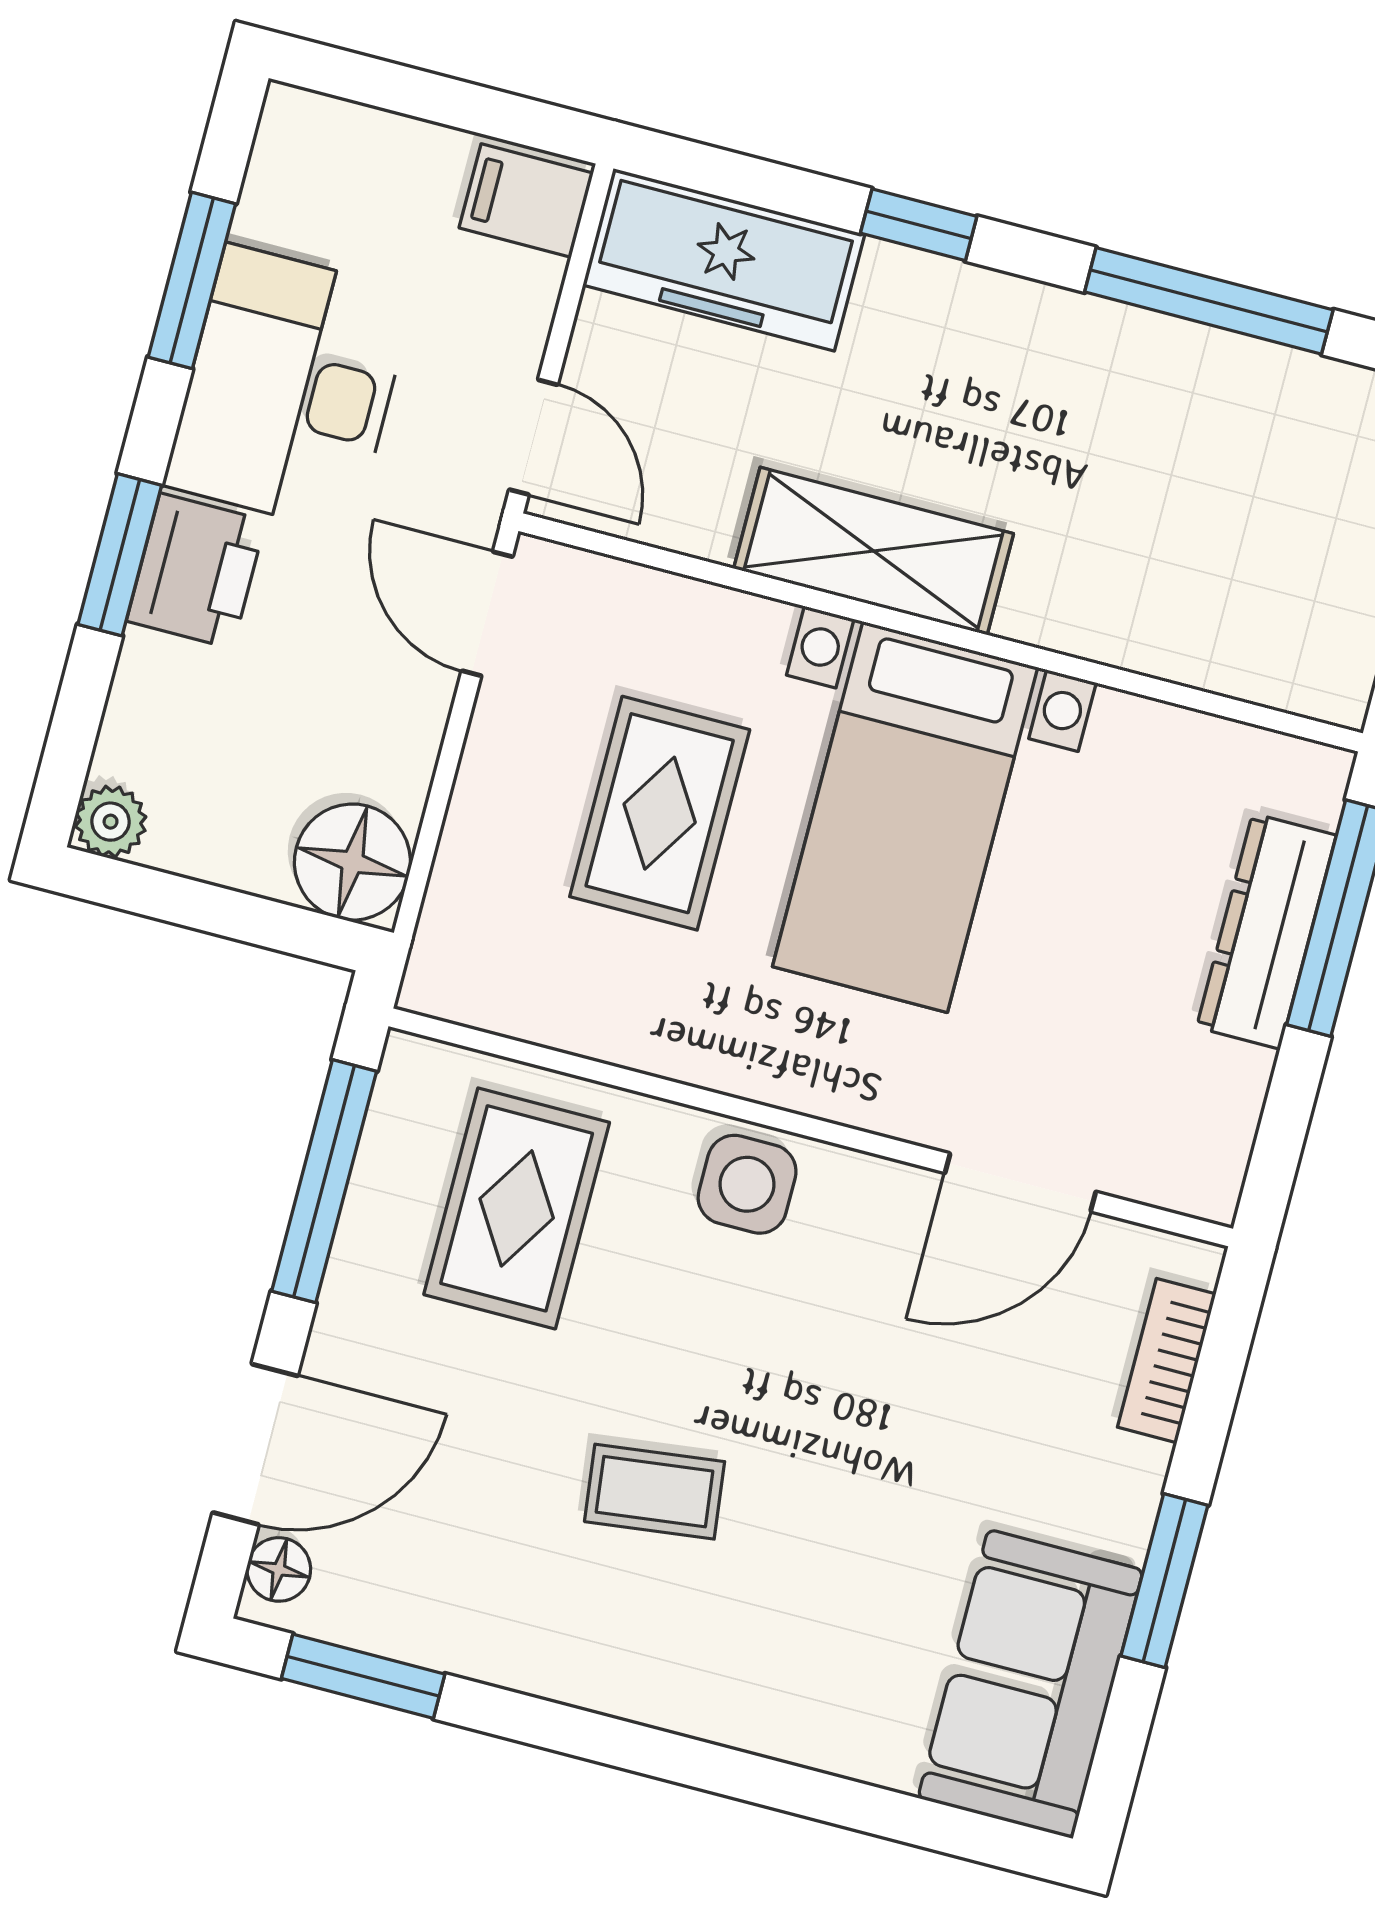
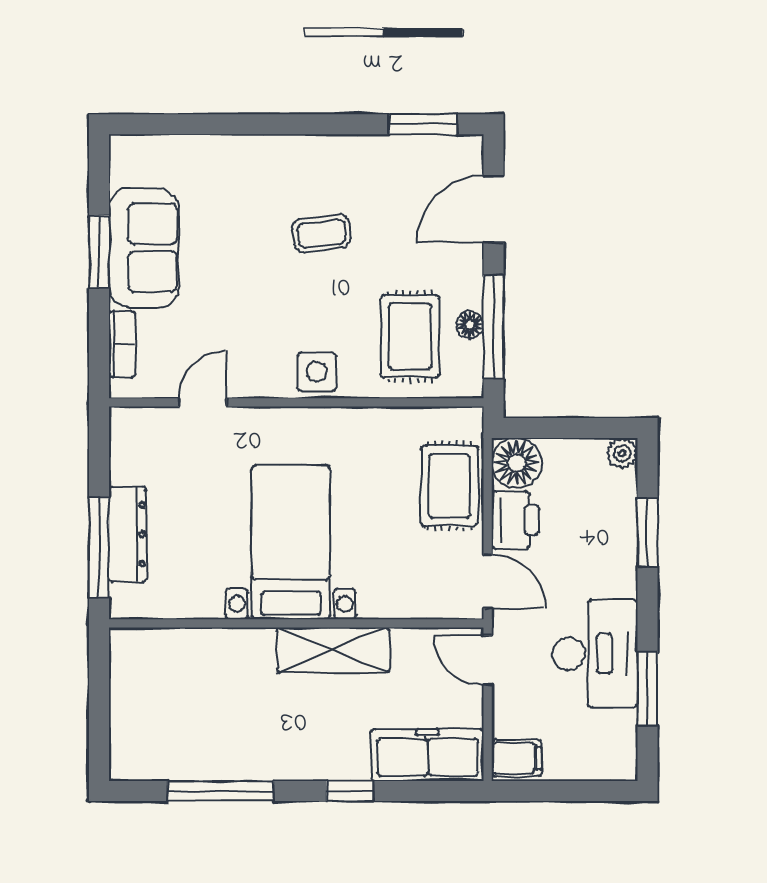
window: (120, 555) -> (647, 533), moved
printer: (196, 571) -> (515, 520), moved, turned 180
rug: (660, 813) -> (450, 486), moved
door: (1020, 1182) -> (203, 402), width x0.73
floor lamp: (279, 1569) -> (470, 325), moved
sofa: (1031, 1684) -> (144, 248), moved

